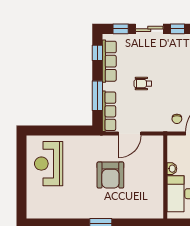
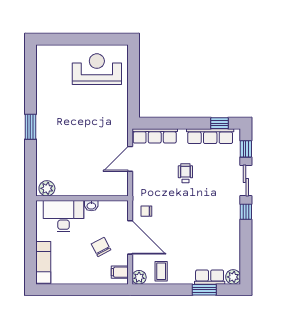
window: (97, 96) -> (172, 123), removed
door: (130, 134) -> (130, 159), hinge flipped
armchair: (110, 175) -> (84, 138), removed
plant: (156, 209) -> (47, 188), added

